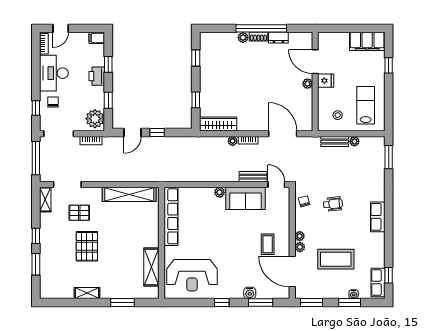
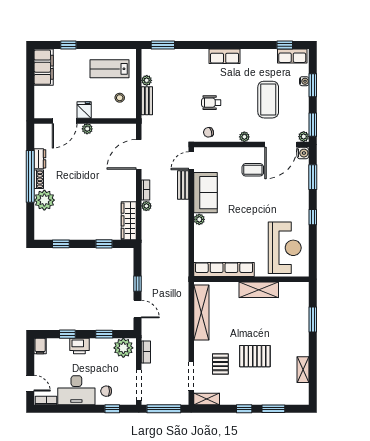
plant: (243, 38) -> (44, 200), width x1.87, depth x1.87
wheelchair: (333, 204) -> (211, 103), turned -84
plant: (300, 247) -> (304, 137), moved
shelving: (151, 267) -> (259, 290), moved
shelving: (87, 293) -> (303, 370), moved
water cooler: (250, 293) -> (303, 153), moved

